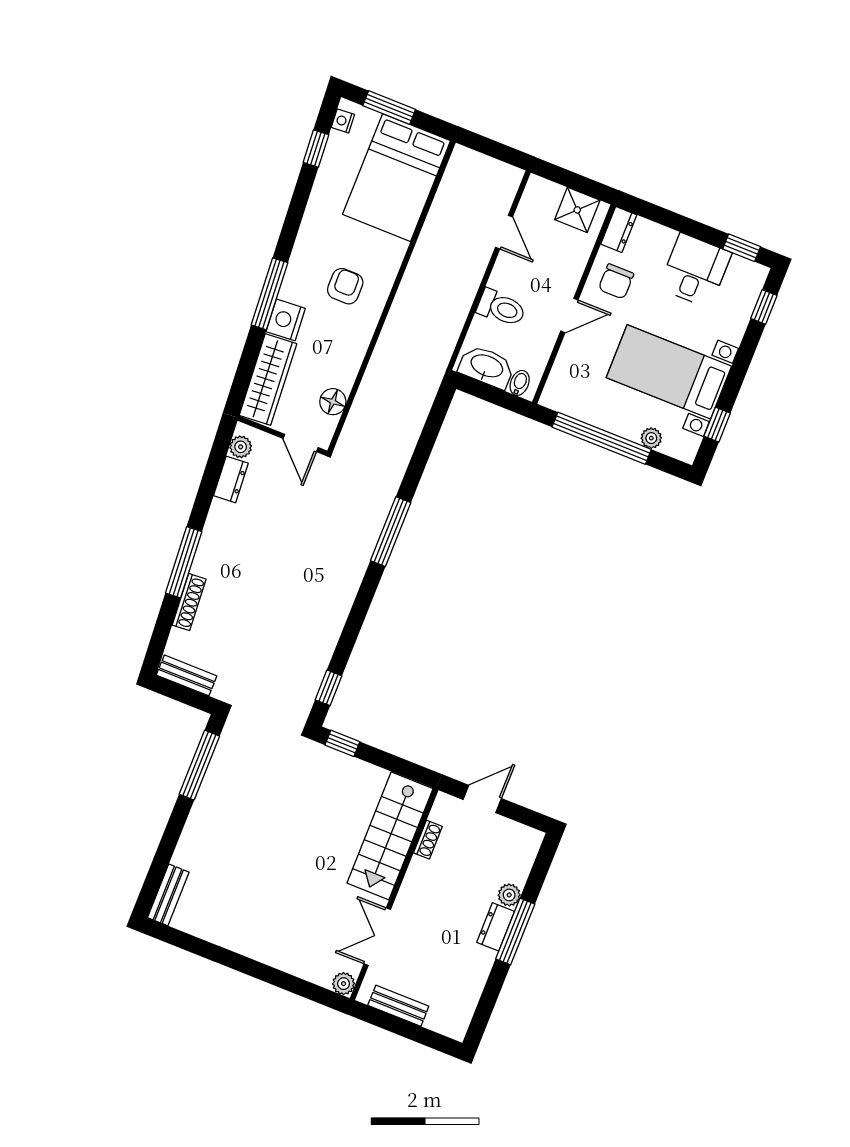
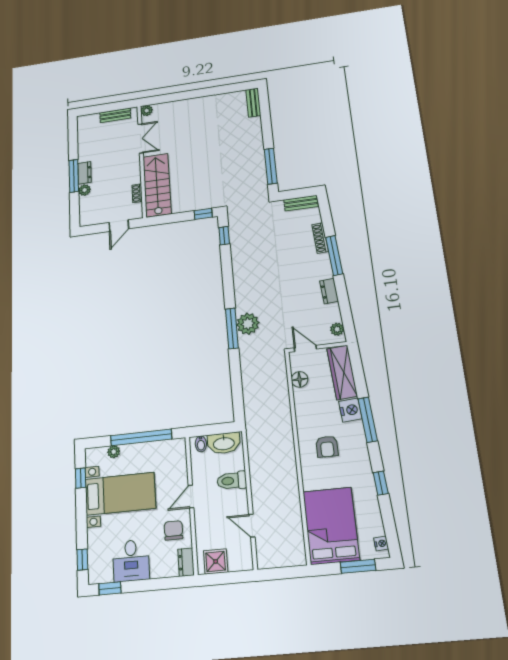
window: (316, 149) -> (381, 483), moved
dresser: (231, 479) -> (329, 291), moved
plant: (364, 526) -> (248, 324), added

